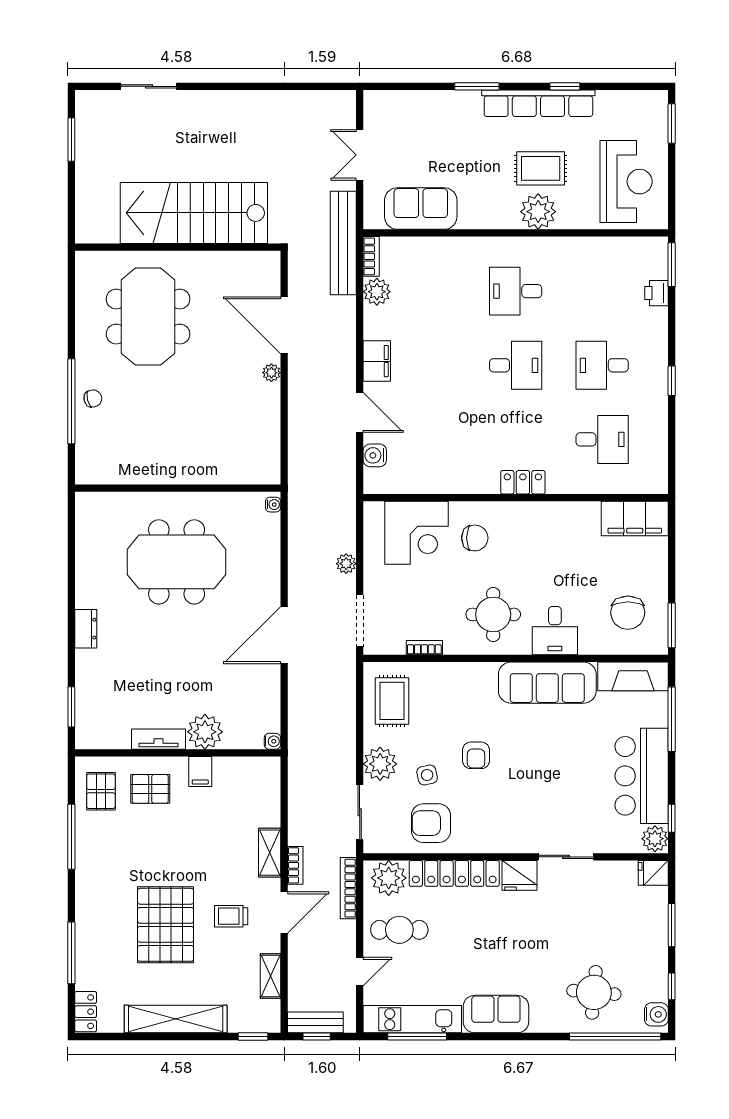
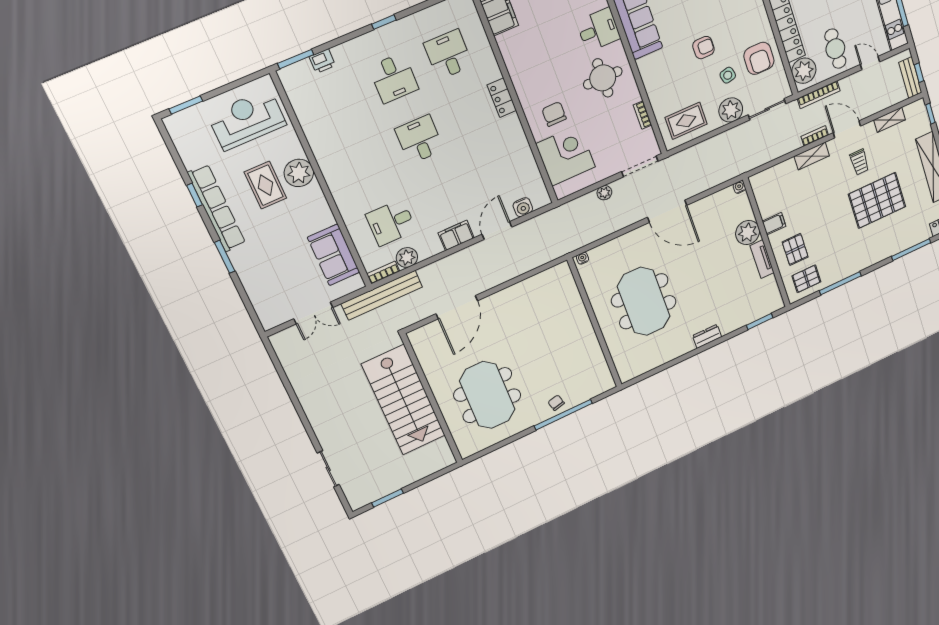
desk: (516, 291) -> (391, 223), moved, turned 90
meeting table: (148, 317) -> (487, 395), turned 90
plant: (271, 373) -> (493, 300), removed

